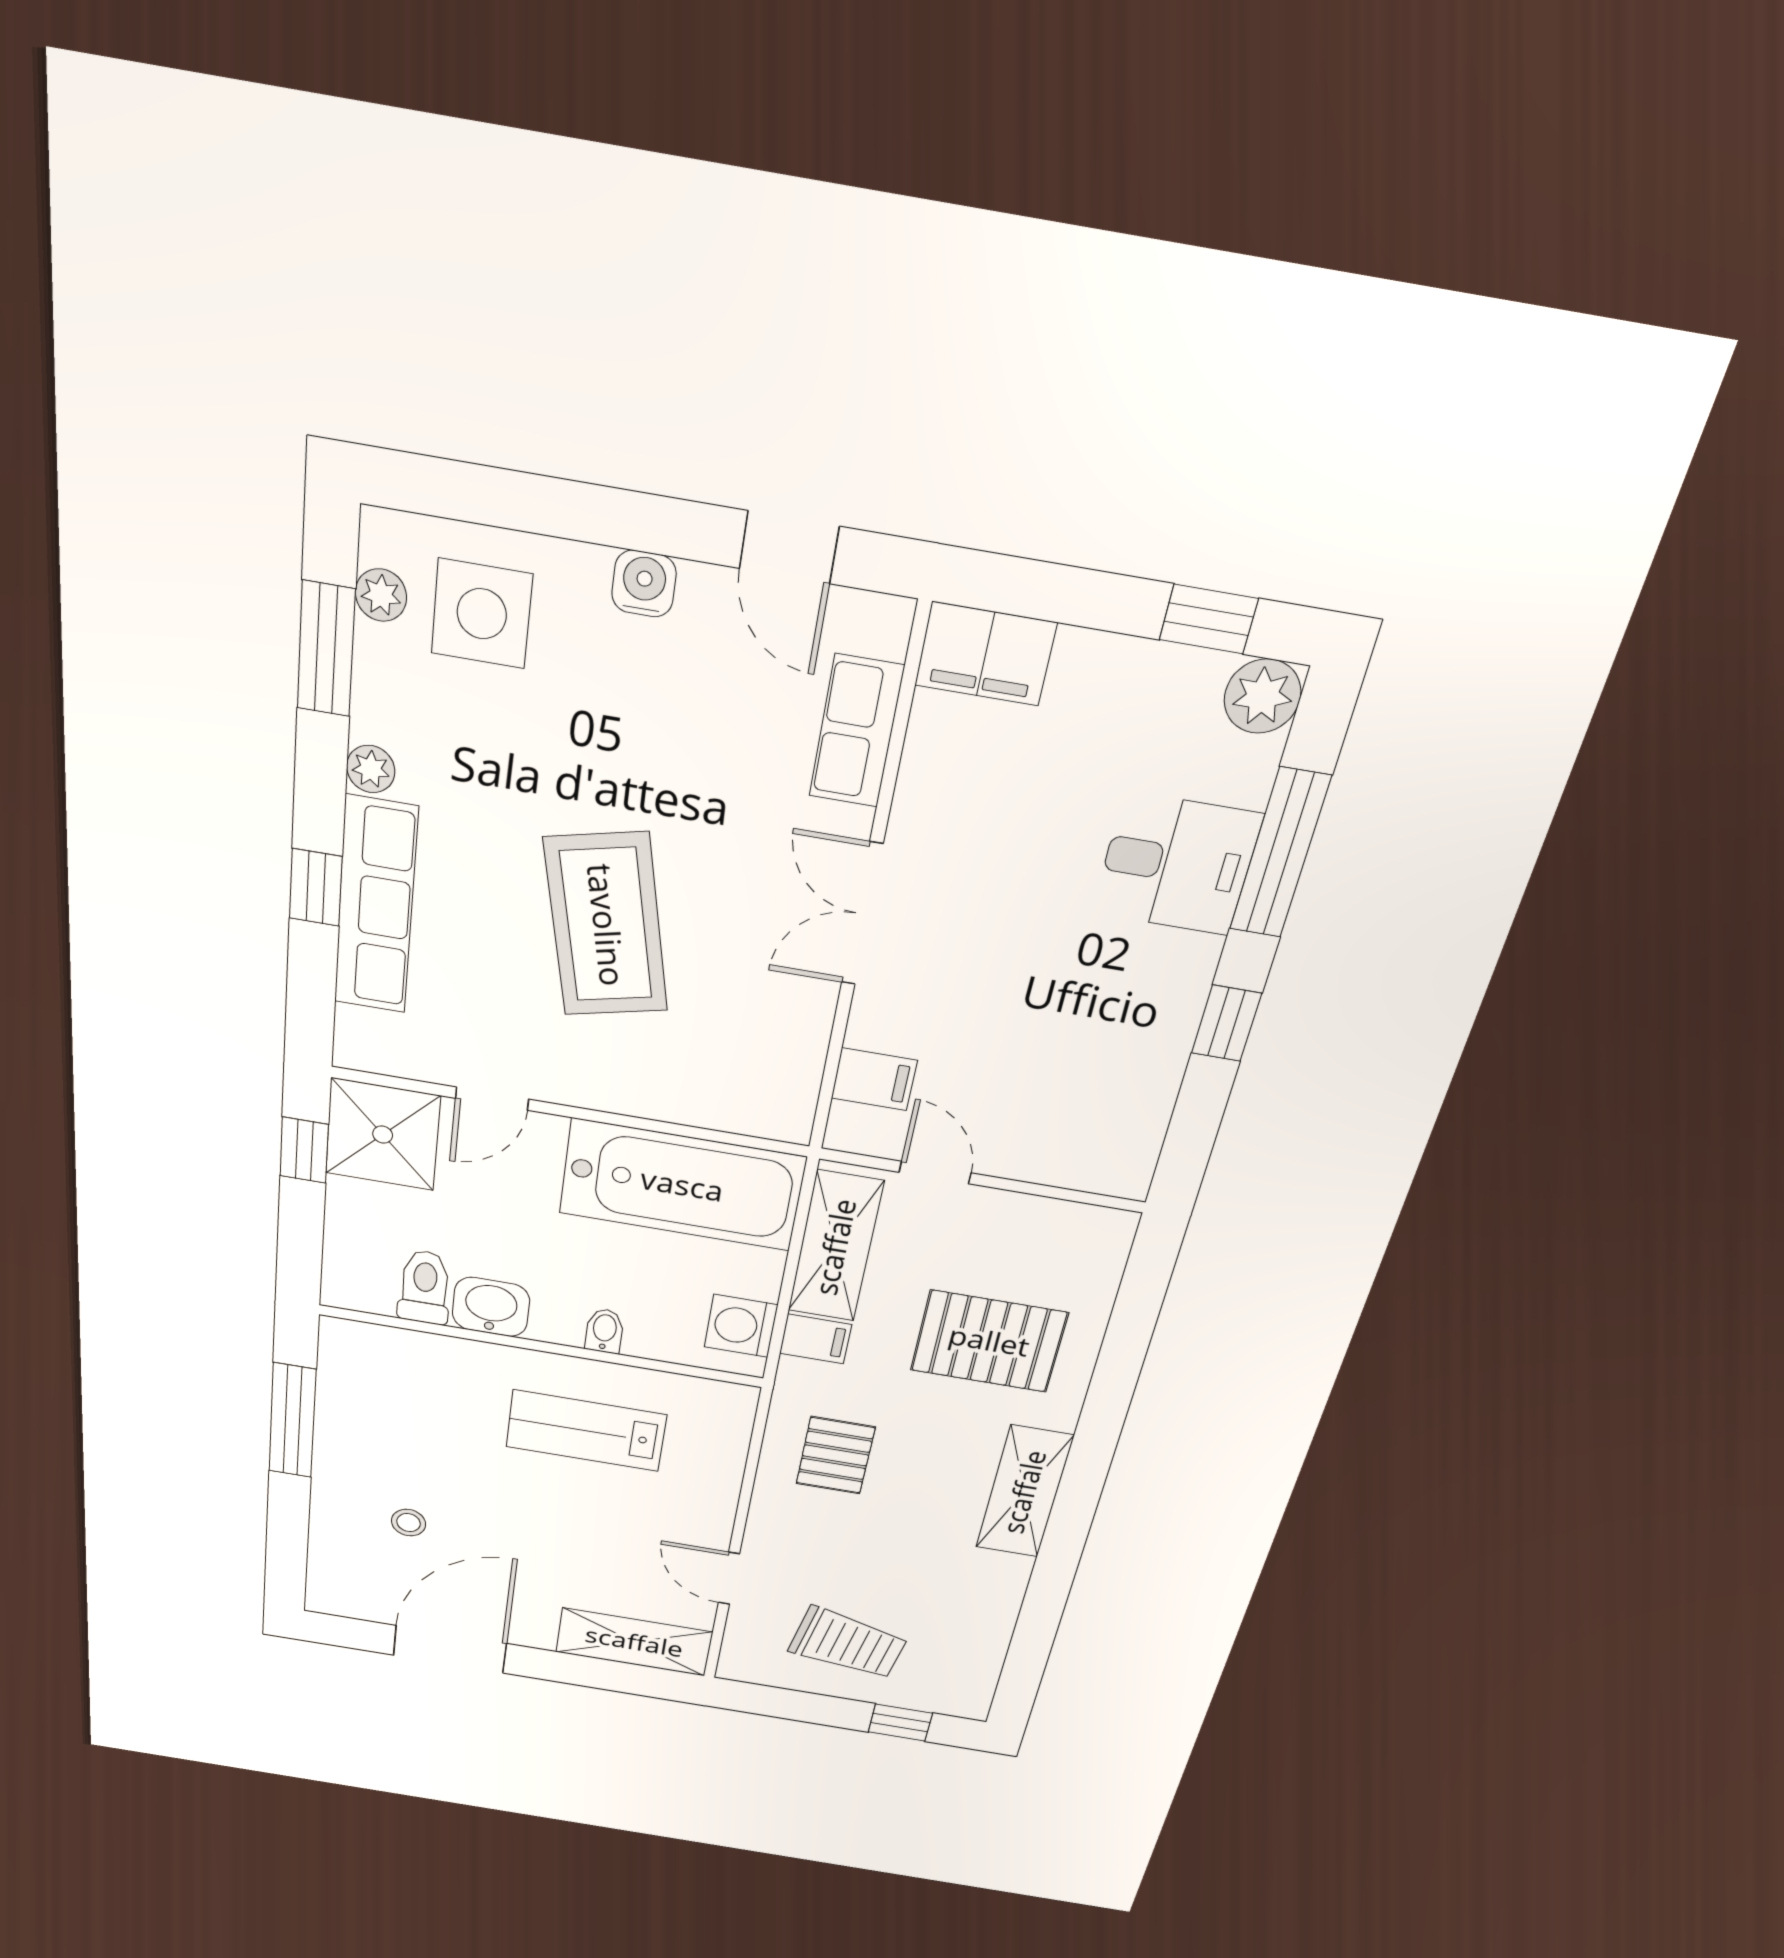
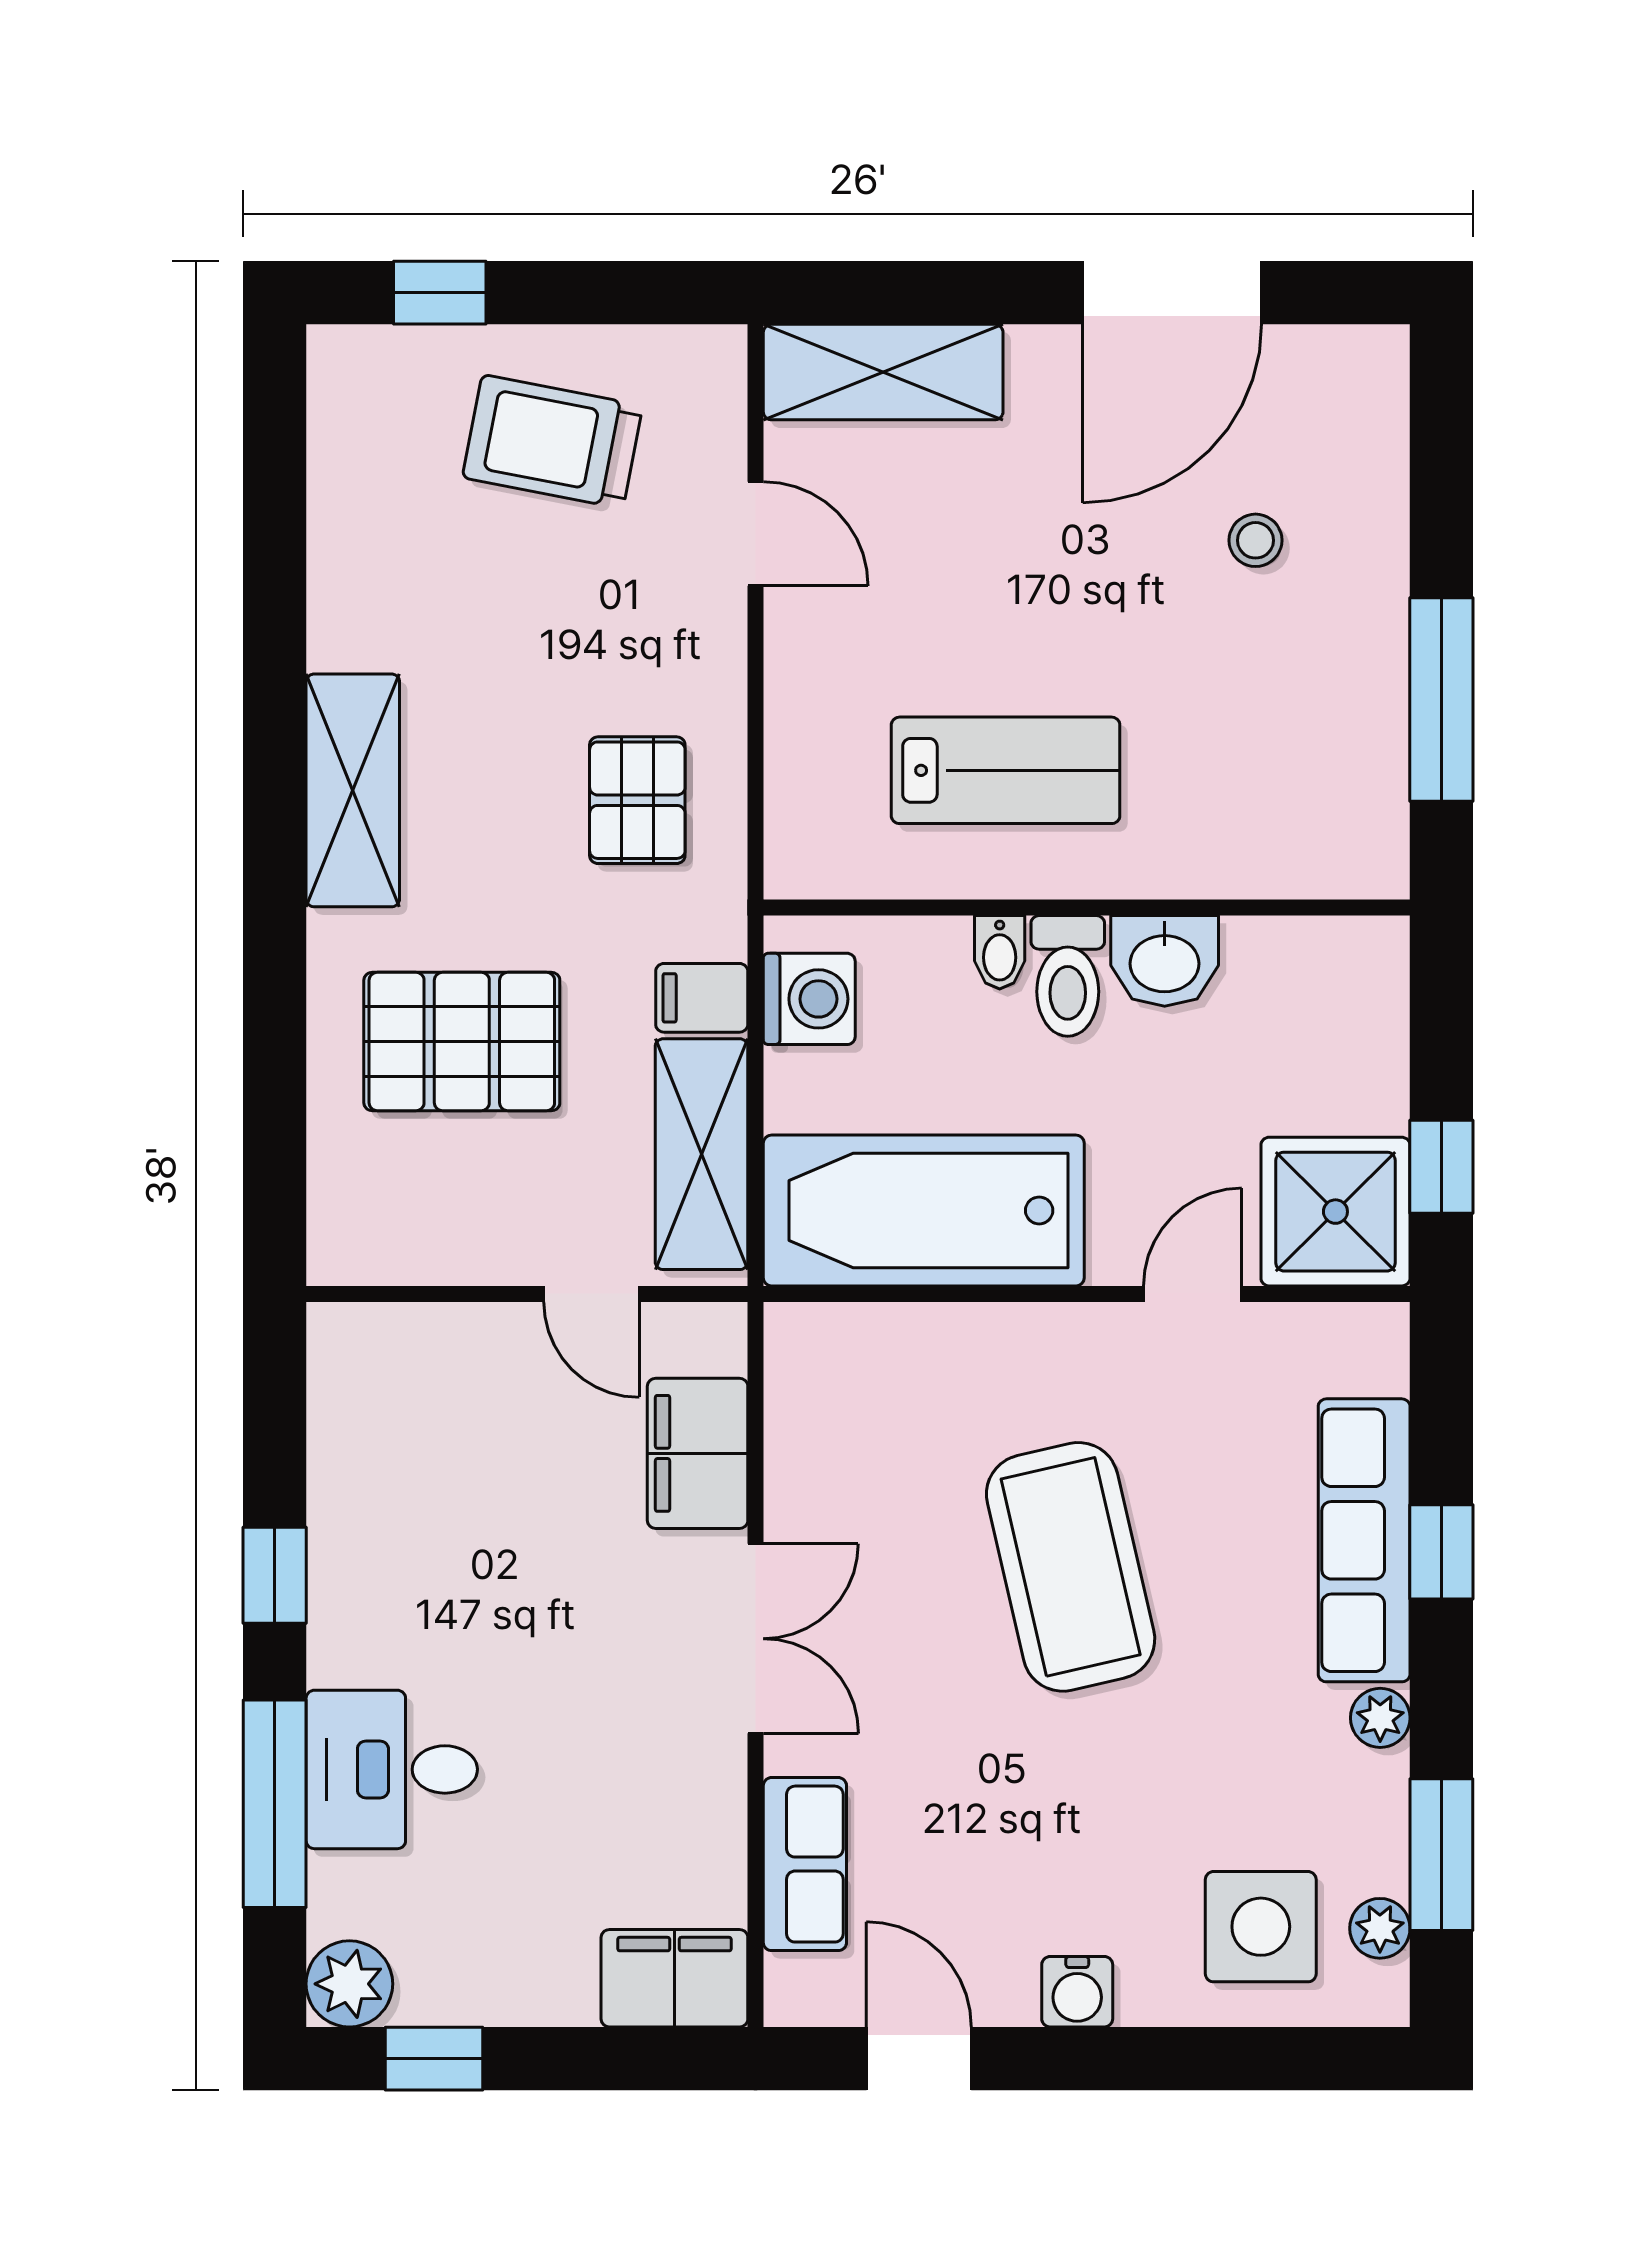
filing cabinet: (874, 1079) -> (698, 1453), width x2.00
toilet: (425, 1287) -> (1068, 976), moved

